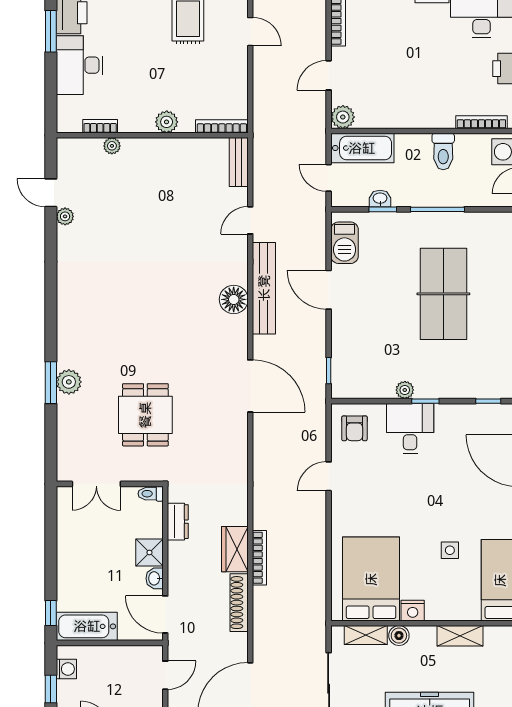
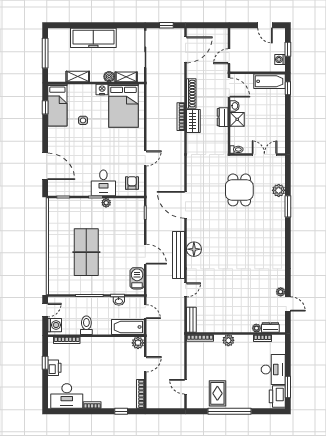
dresser: (85, 147) -> (270, 327), added
plant: (69, 382) -> (279, 190), moved
dresser: (178, 522) -> (223, 117), moved

